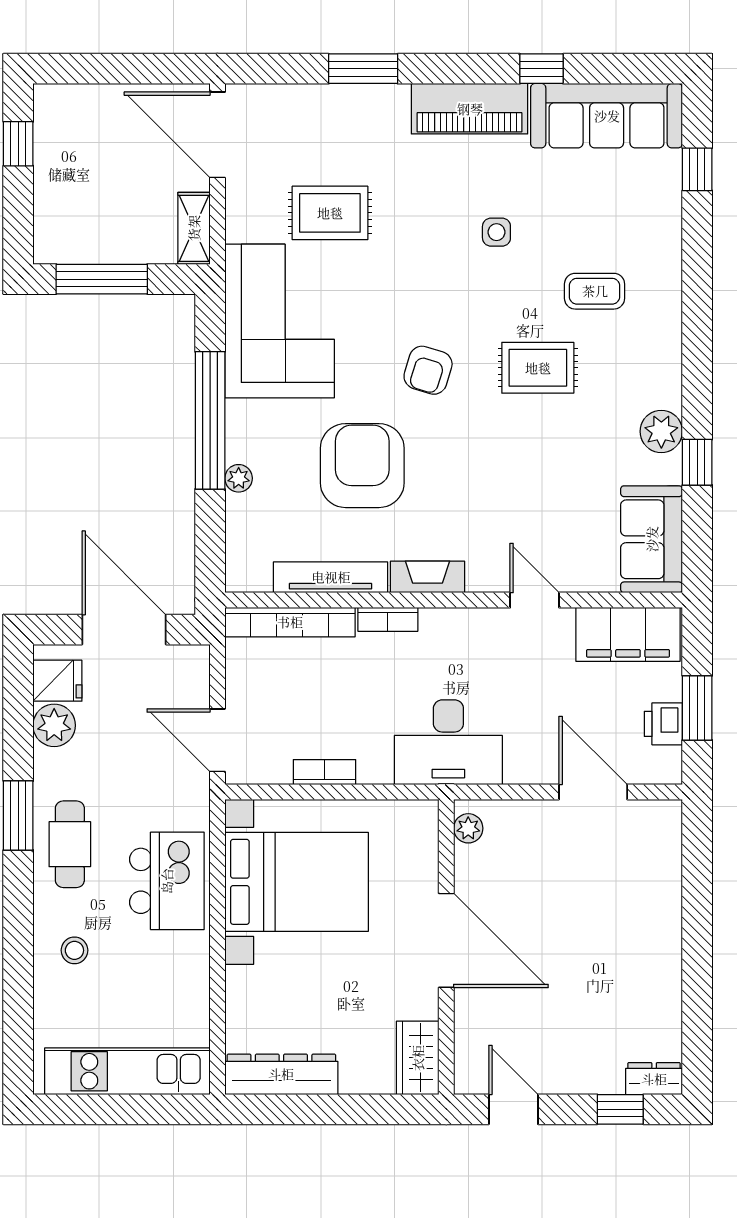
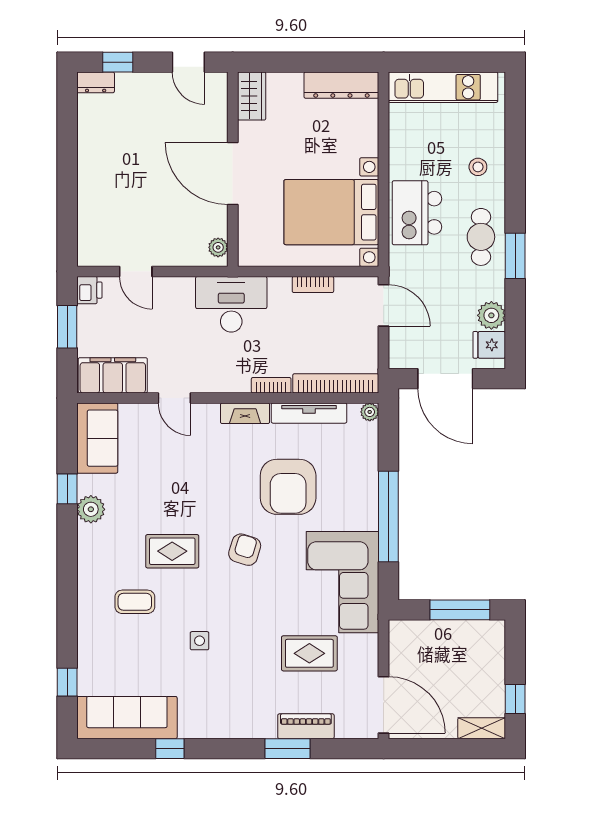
piano: (470, 109) -> (306, 726), moved, width x0.73, depth x0.75
shelving: (194, 228) -> (482, 728), moved, turned 90
plant: (239, 478) -> (370, 412), moved
printer: (663, 724) -> (89, 290), moved
door: (593, 792) -> (136, 271), width x0.73

